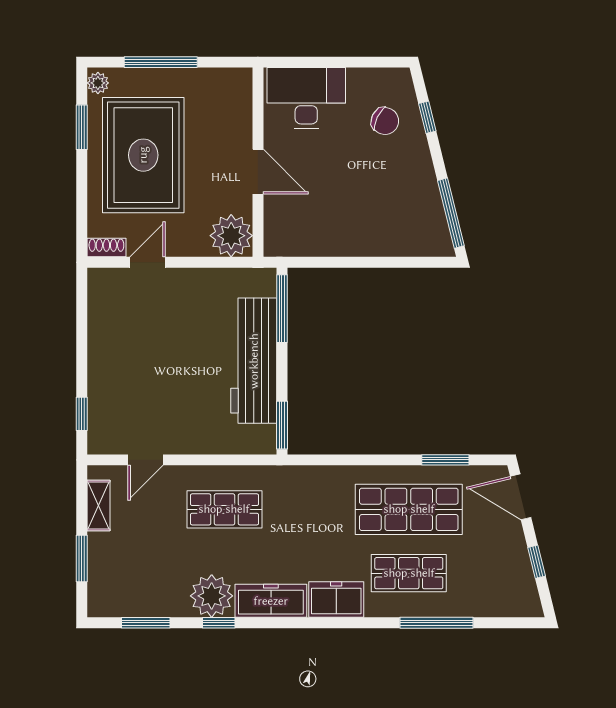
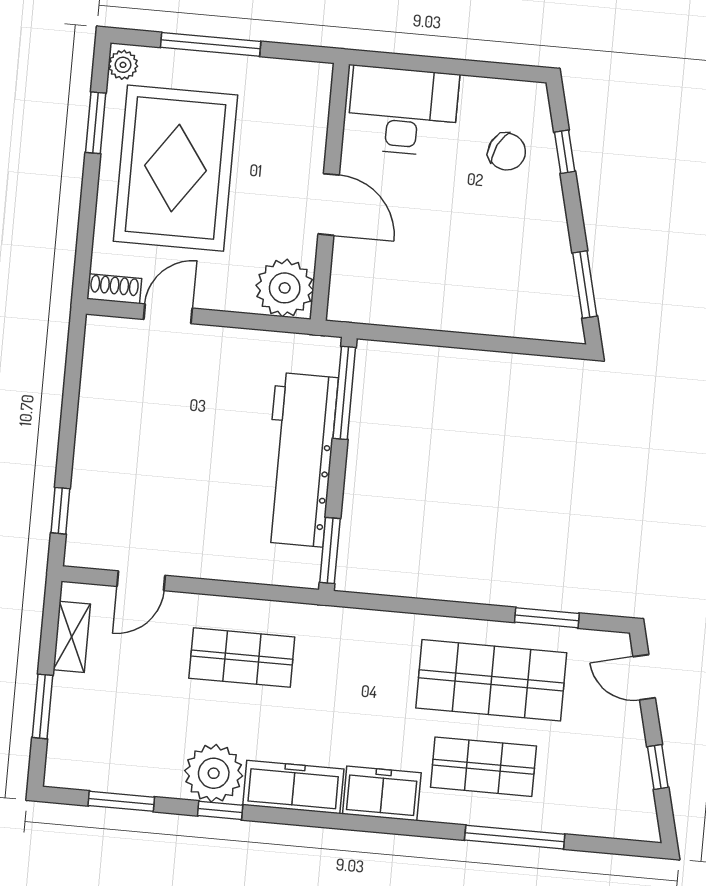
window: (451, 213) -> (585, 284), width x0.69
door: (521, 497) -> (644, 677), width x0.73

